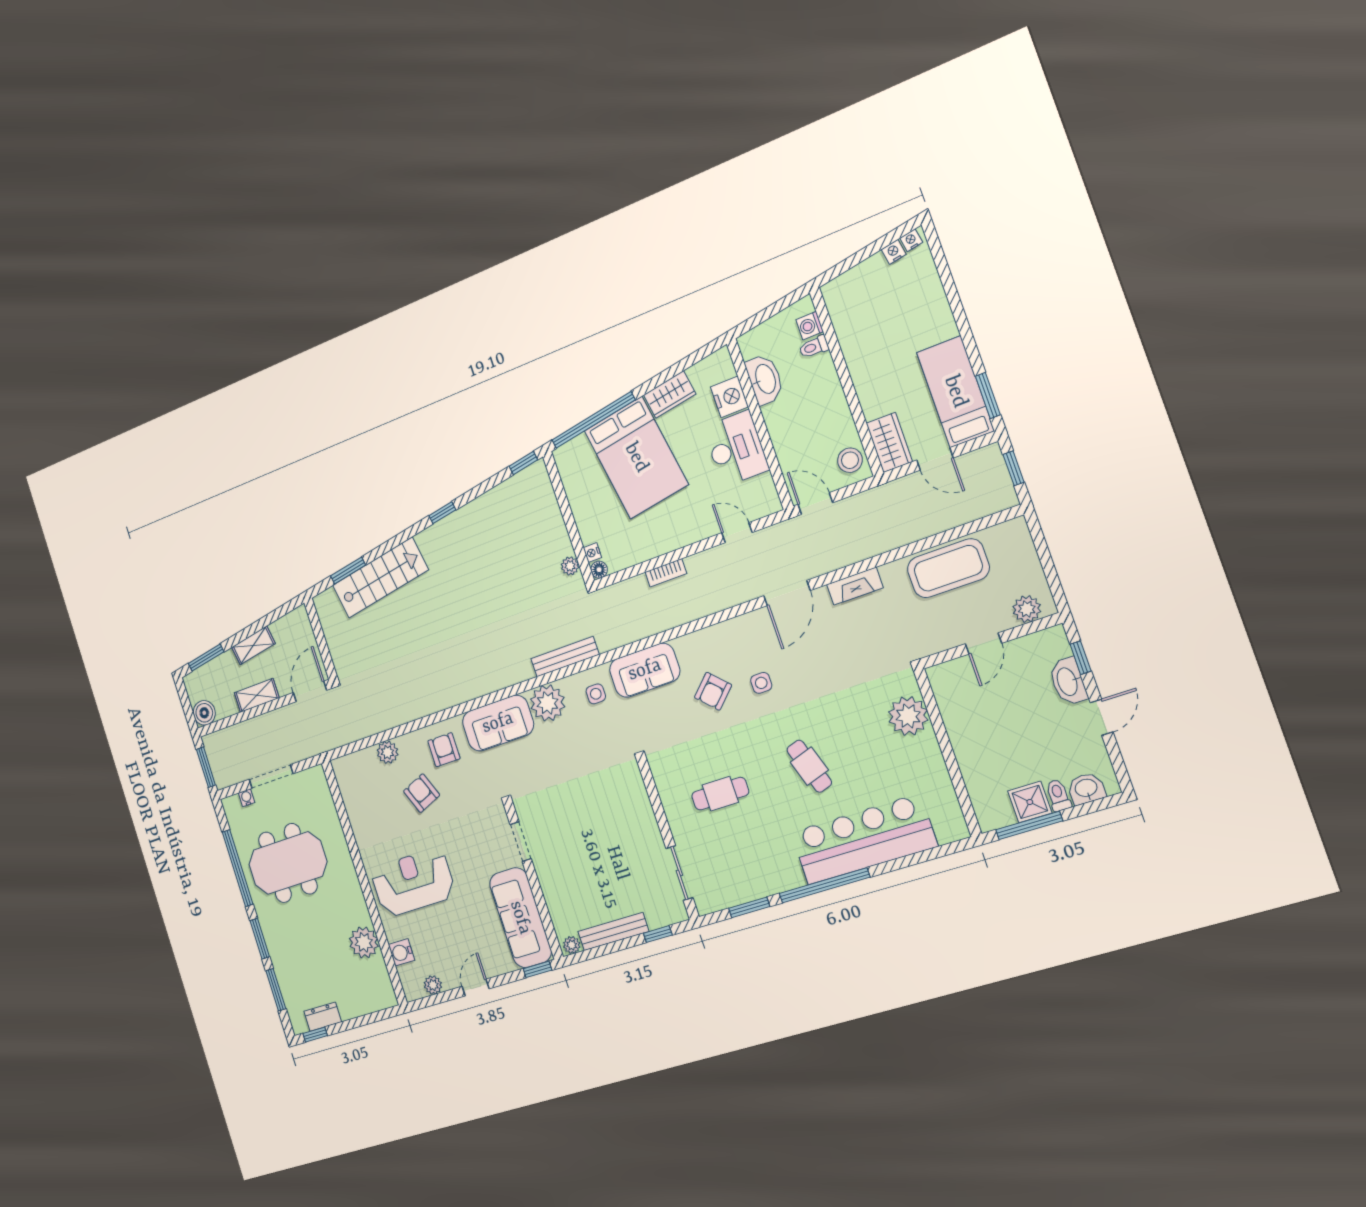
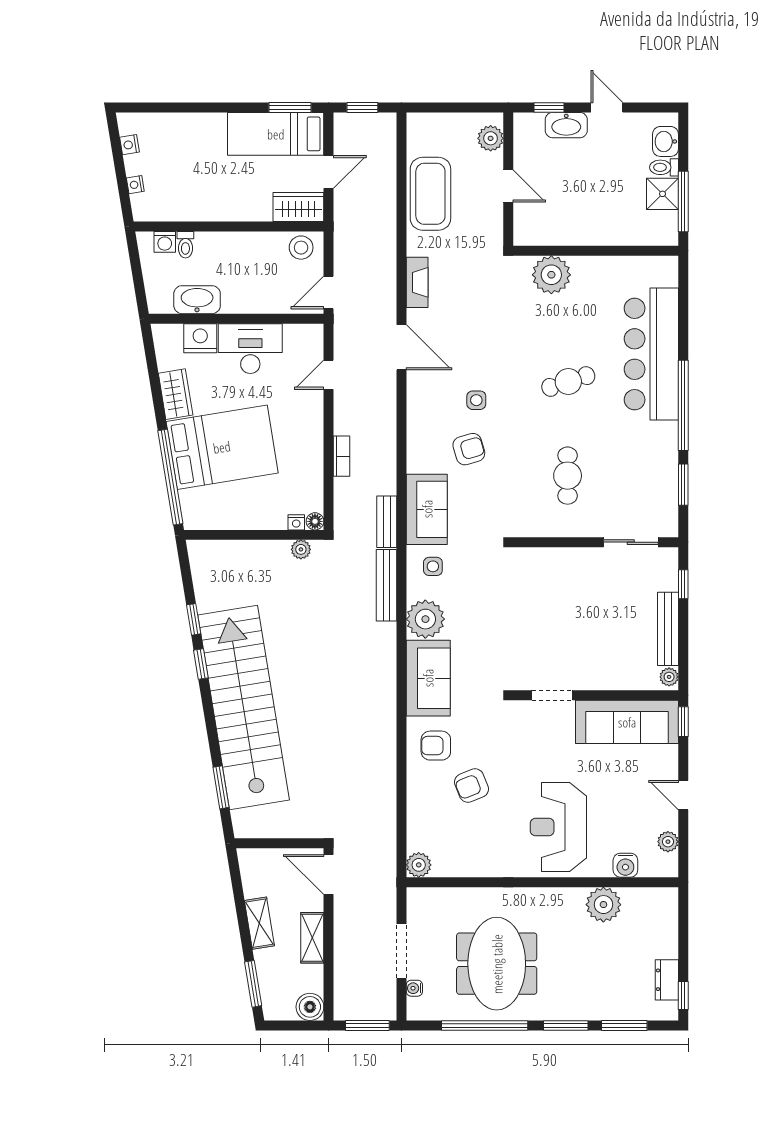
nightstand: (911, 240) -> (135, 185), moved
window: (523, 463) -> (194, 619), moved
stairs: (380, 578) -> (244, 707), width x1.86, depth x1.51
bench: (621, 637) -> (387, 522), added
armchair: (713, 691) -> (469, 449), turned -61
plant: (388, 752) -> (419, 865), moved

